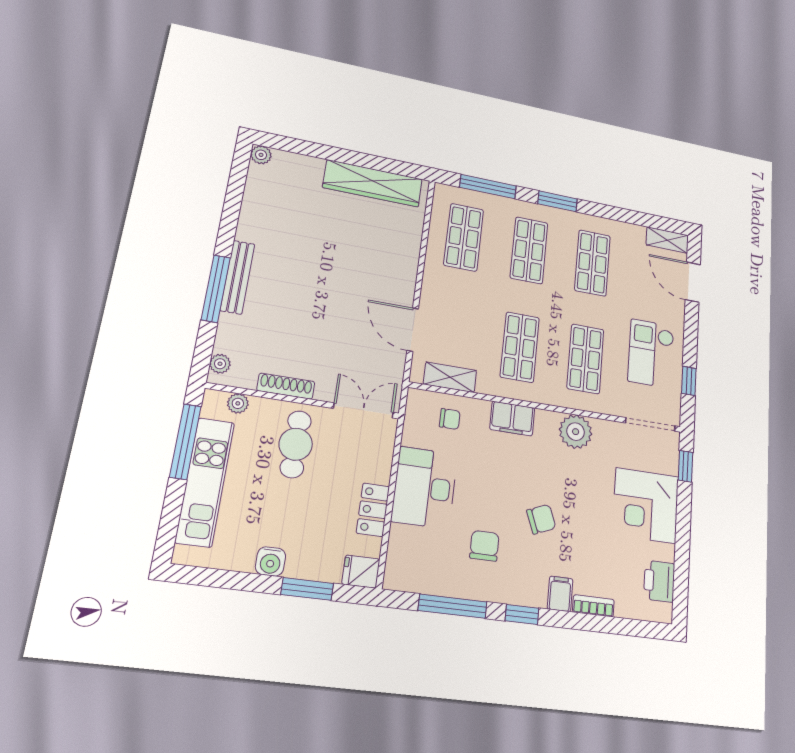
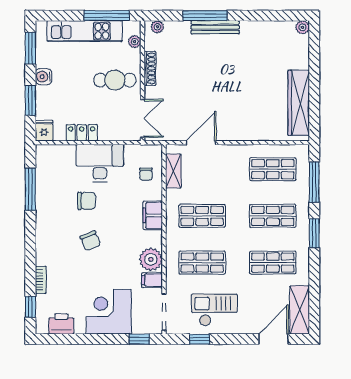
shelving: (667, 240) -> (300, 310), width x1.50, depth x1.33
chair: (484, 546) -> (87, 201), moved
window: (217, 578) -> (30, 48), added
filing cabinet: (560, 594) -> (152, 280), moved, turned 180
window: (522, 614) -> (30, 307), moved

